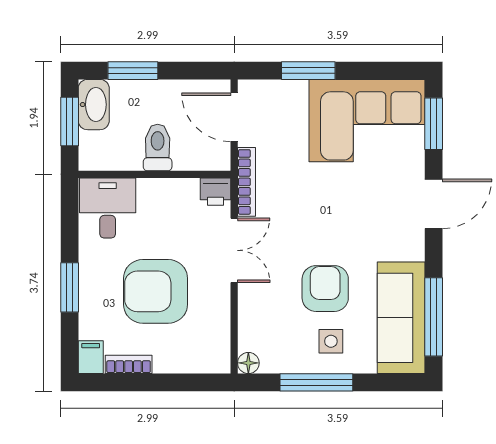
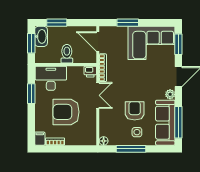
desk: (108, 208) -> (51, 78), width x1.37
plant: (413, 248) -> (170, 94), added
window: (70, 287) -> (31, 94), moved

